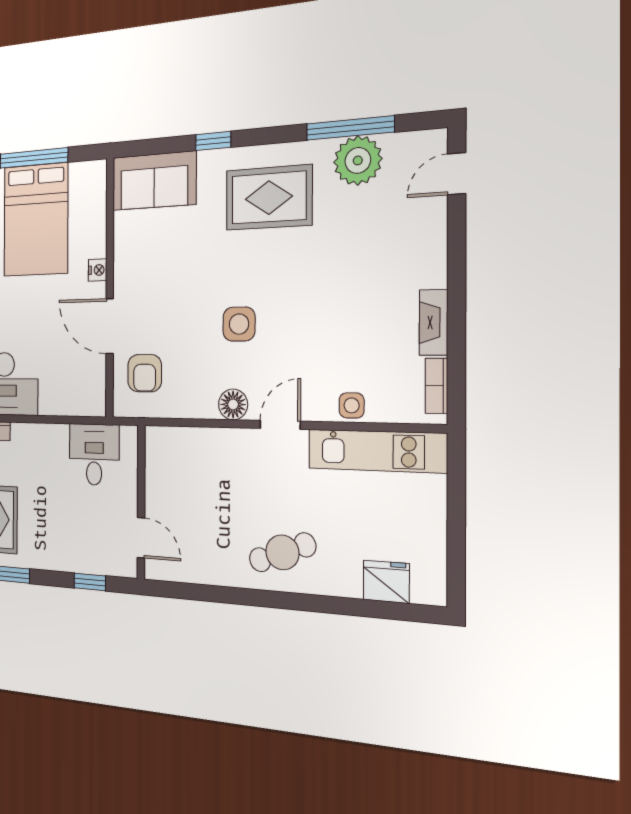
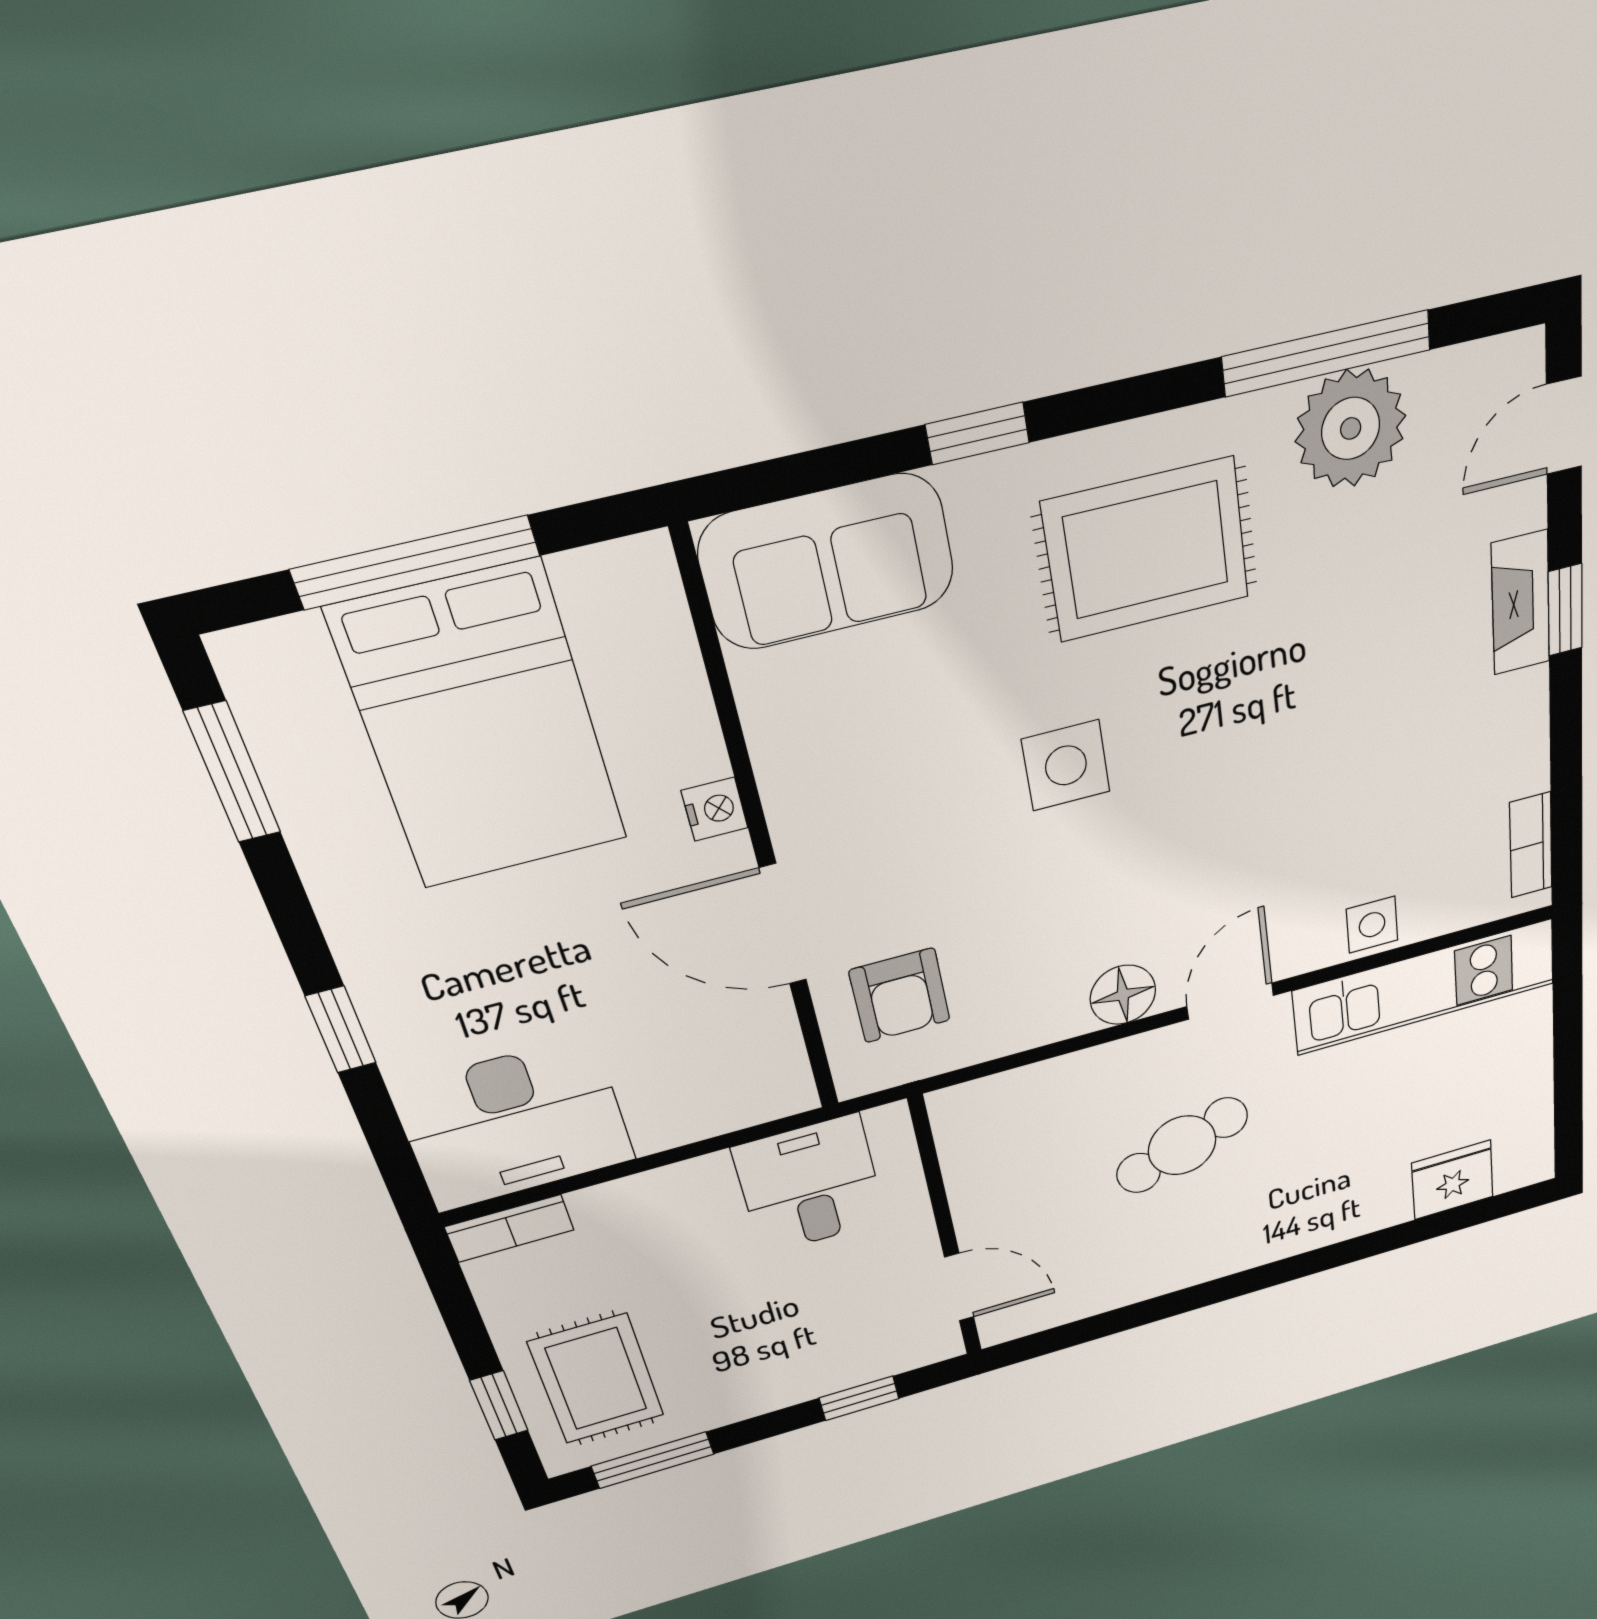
window: (457, 263) -> (1565, 610), added
fireplace: (434, 322) -> (1521, 603), moved
side table: (239, 324) -> (1066, 765), moved
cafe table: (282, 552) -> (1182, 1145), moved

